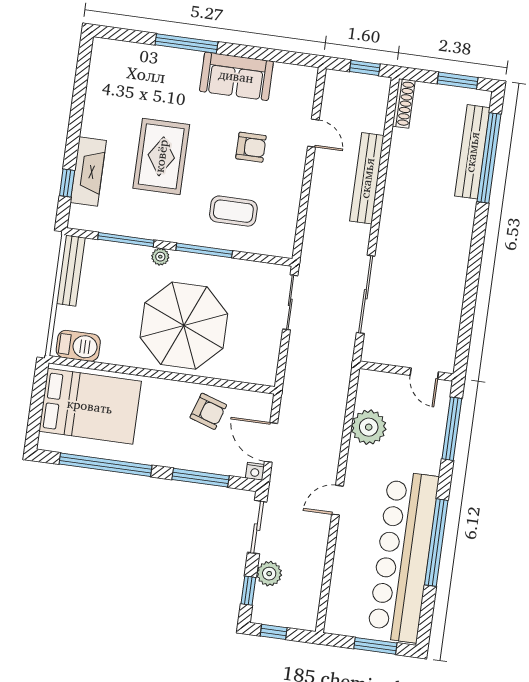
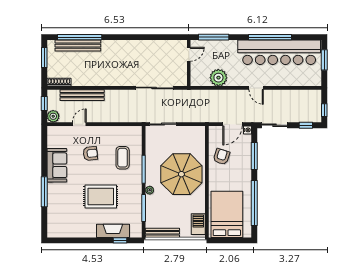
armchair: (251, 147) -> (90, 153), turned 84
bench: (367, 178) -> (82, 95), moved
plant: (269, 574) -> (53, 116), moved

